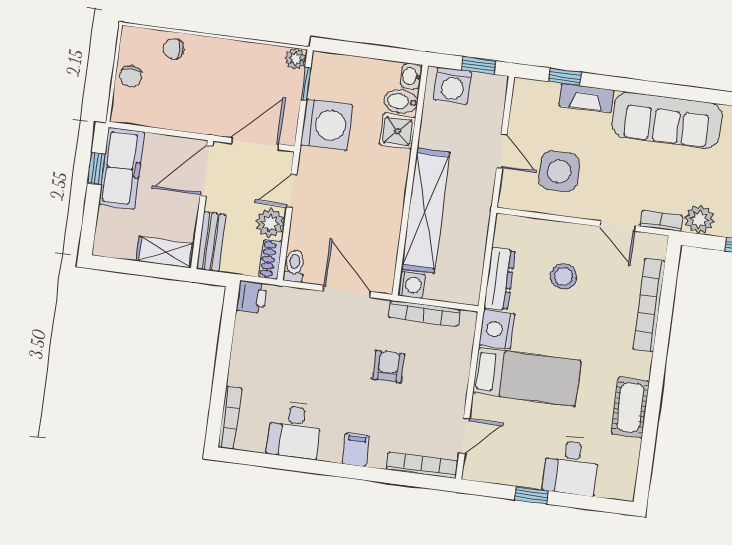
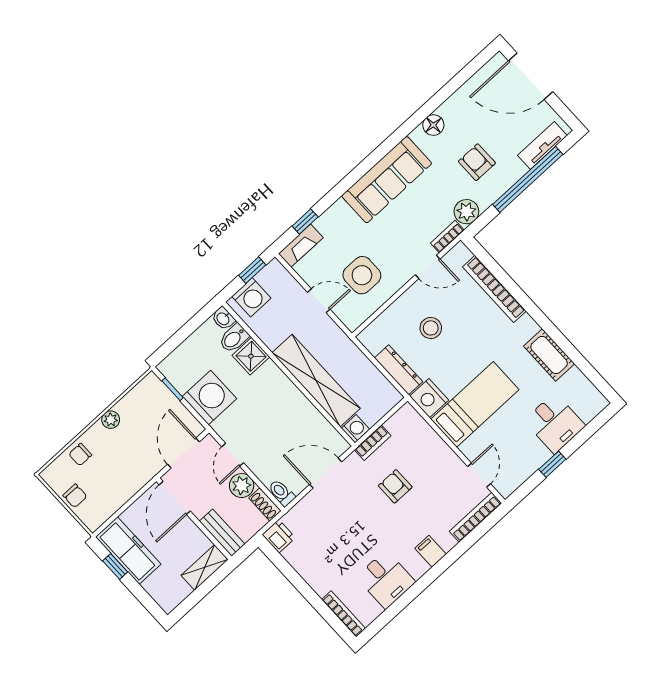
plant: (296, 59) -> (111, 420), moved
fireplace: (587, 98) -> (301, 246), moved
bookcase: (424, 313) -> (373, 443), width x0.64

